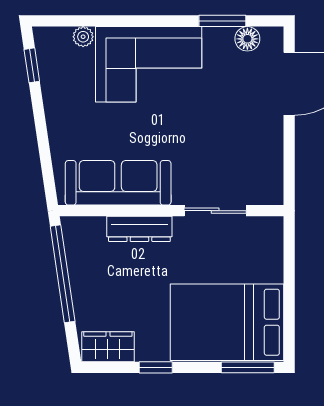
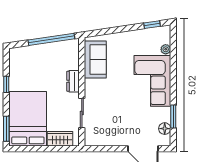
sofa: (118, 183) -> (95, 59), width x0.73
dresser: (139, 229) -> (73, 81), width x0.70
wardrobe: (108, 347) -> (60, 139), moved, turned -90

